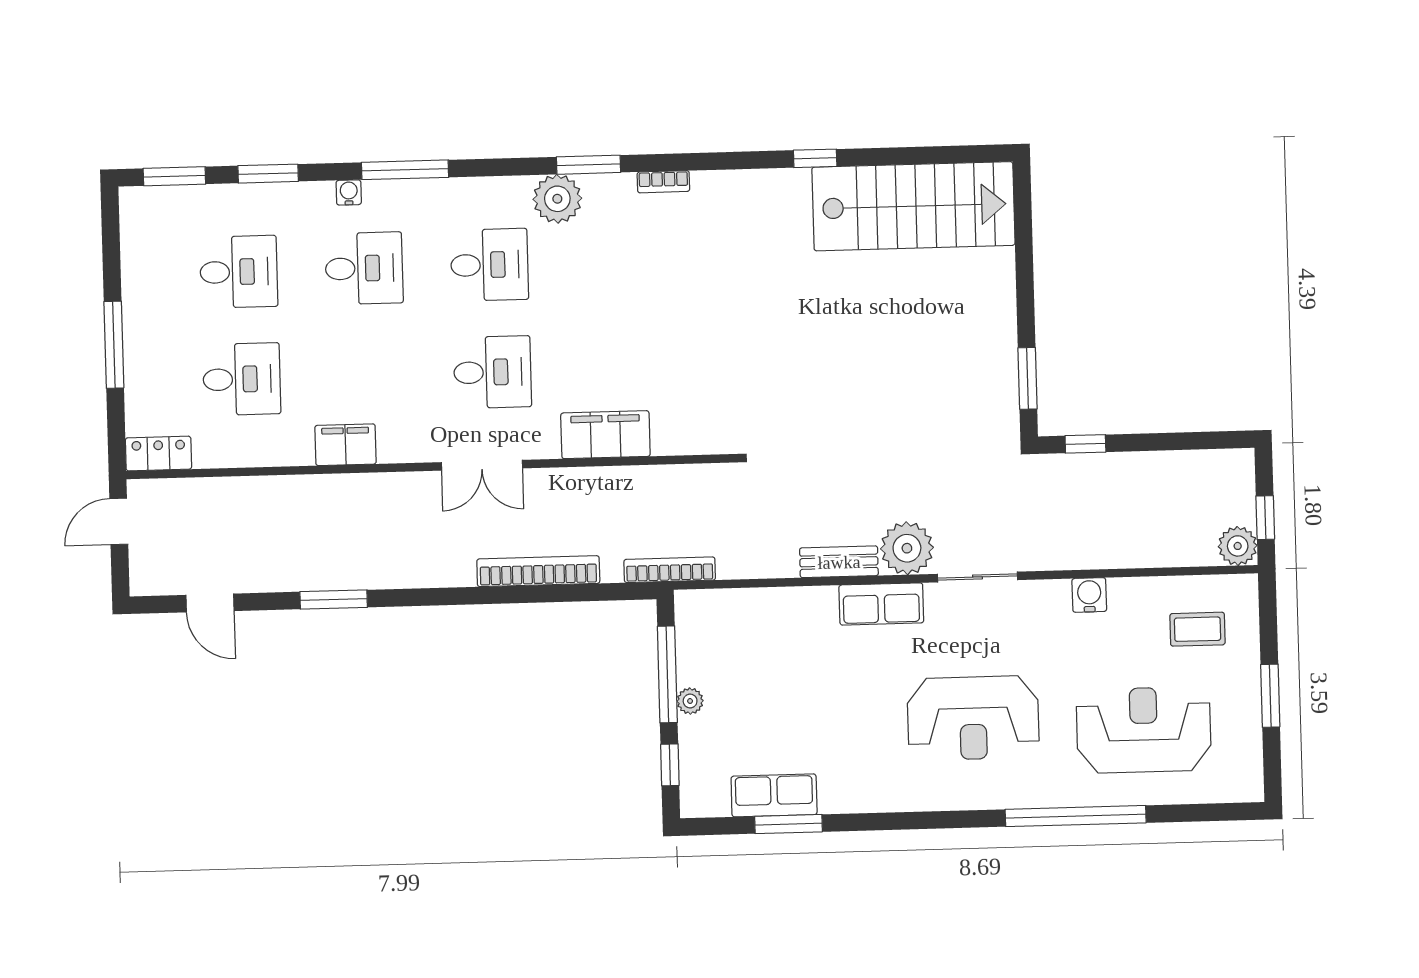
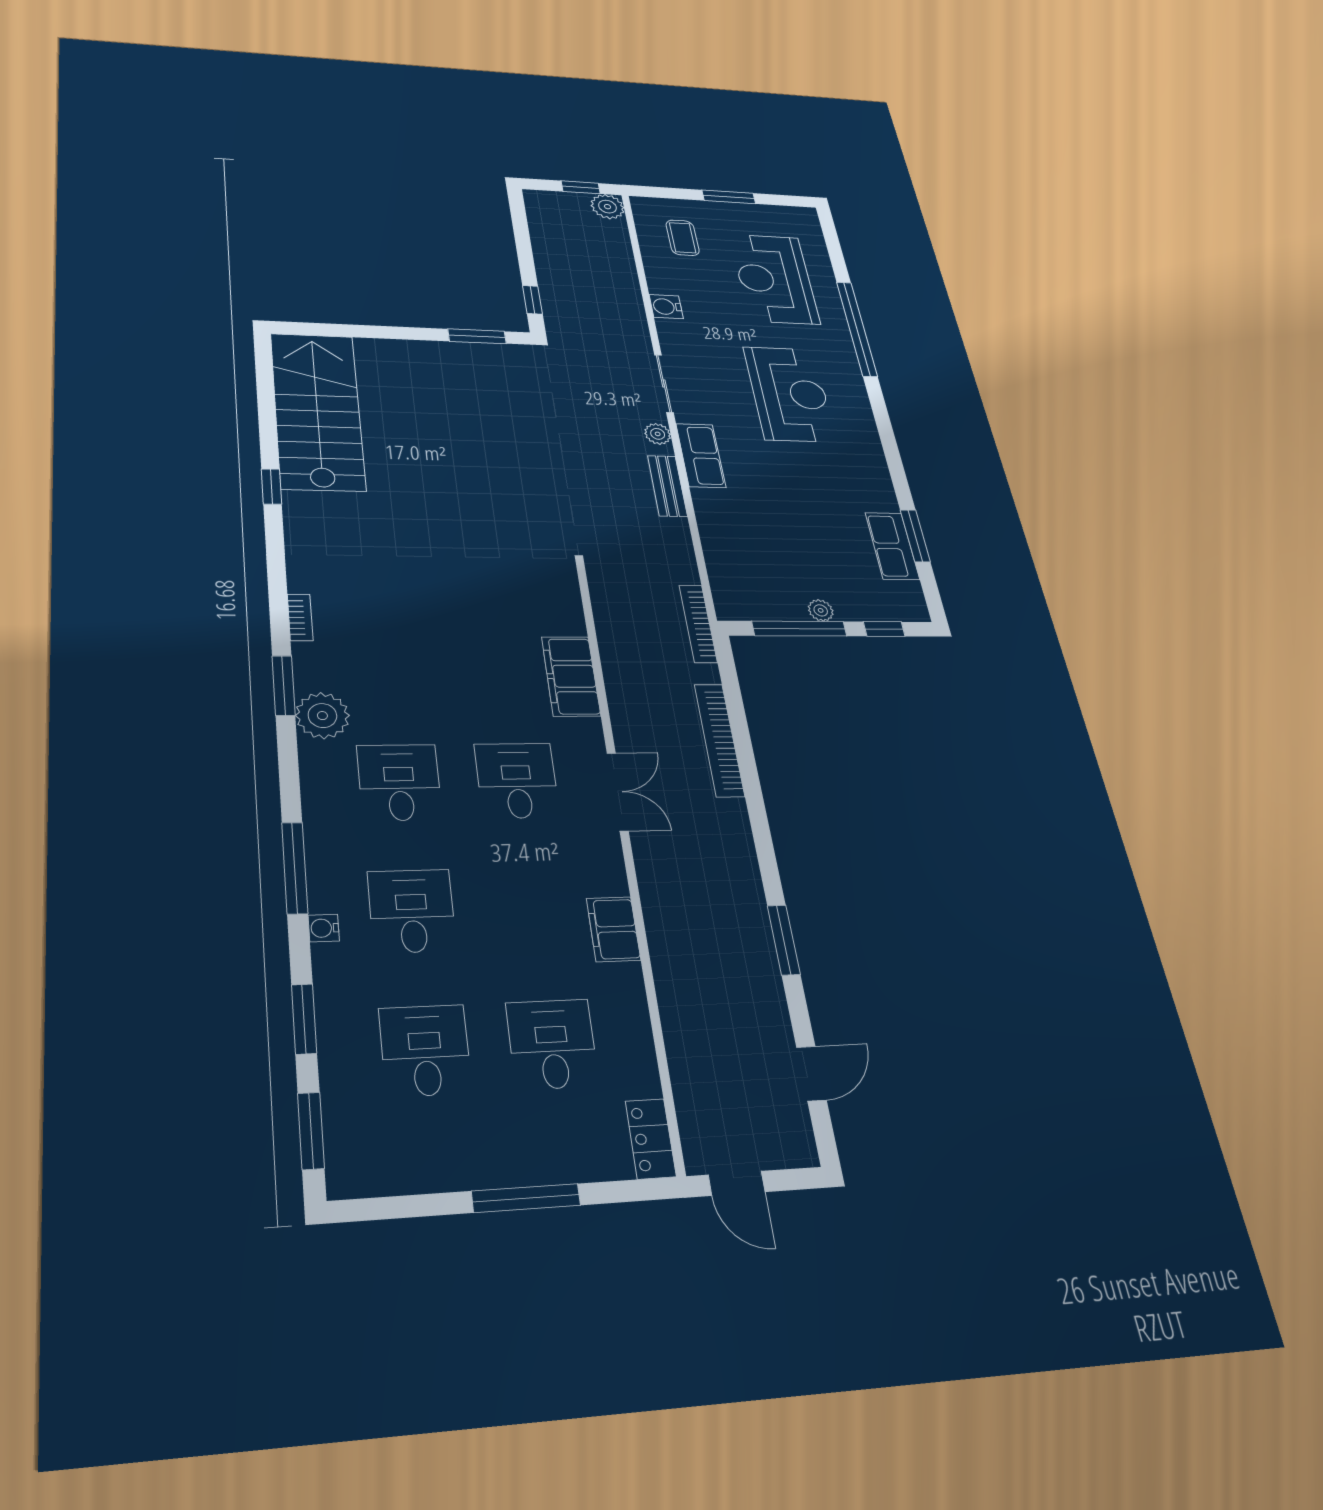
plant: (907, 548) -> (658, 434), width x0.53, depth x0.53

